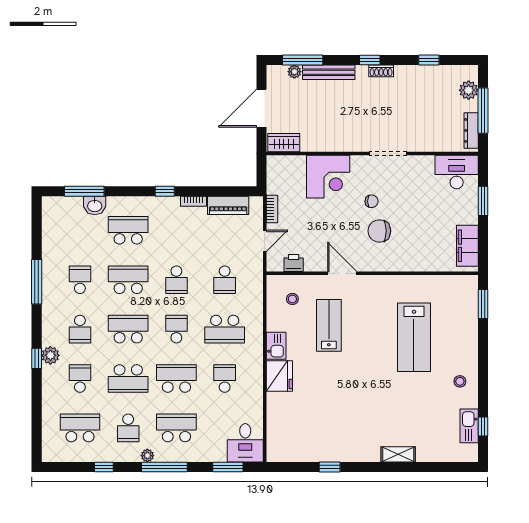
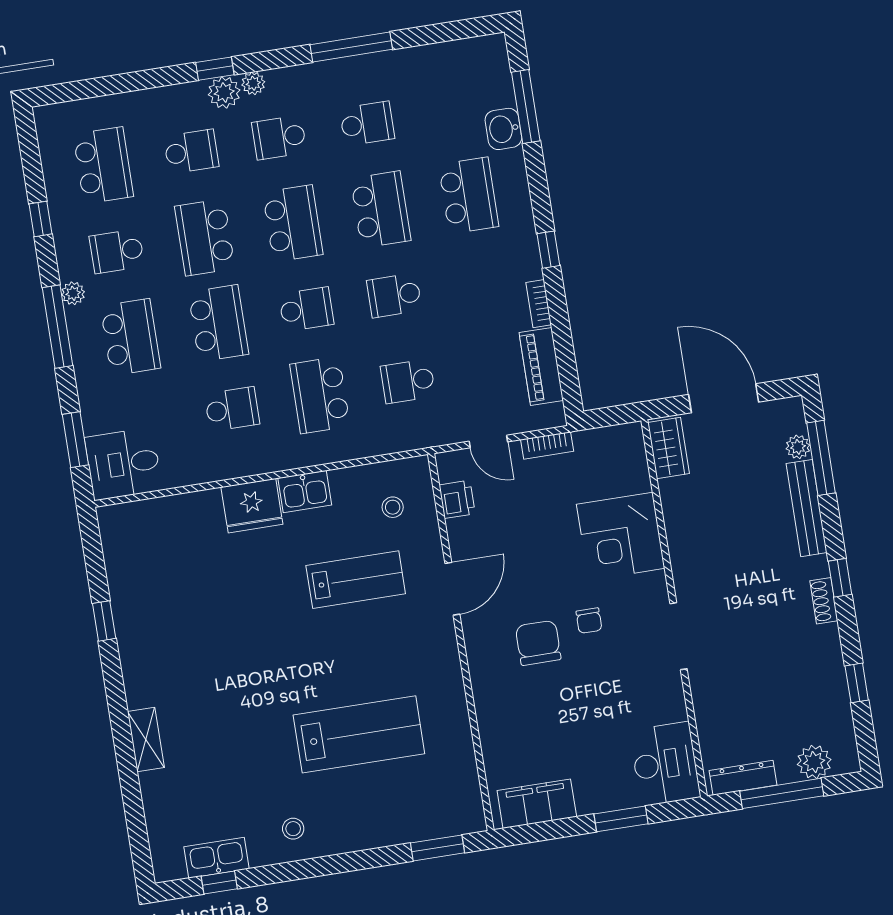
lab bench: (414, 337) -> (359, 734), turned 180
plant: (48, 339) -> (253, 83), added

